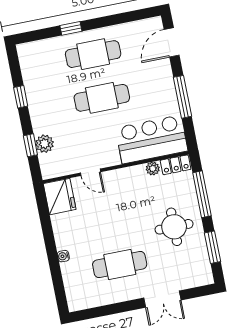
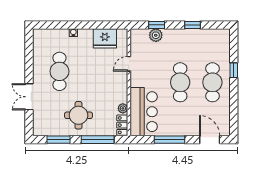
fridge: (60, 197) -> (105, 38), moved

